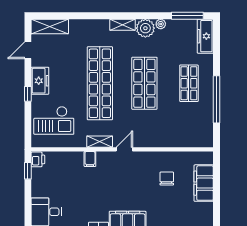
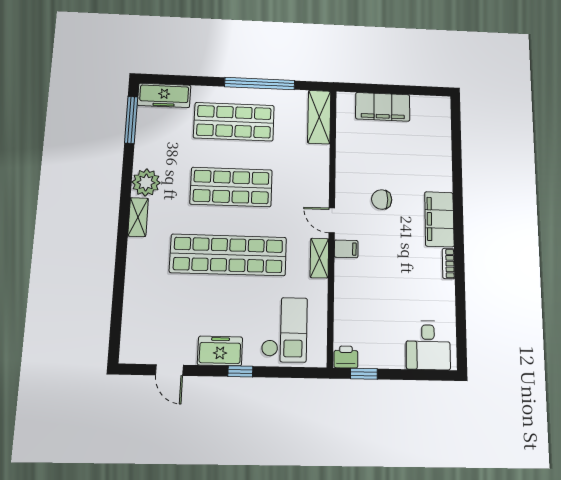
plant: (161, 24) -> (141, 159), removed
shelving: (50, 26) -> (319, 117), moved
shop shelf: (189, 83) -> (234, 122), width x1.43, depth x1.36
filing cabinet: (90, 159) -> (346, 249), moved
chair: (167, 179) -> (382, 200), moved

